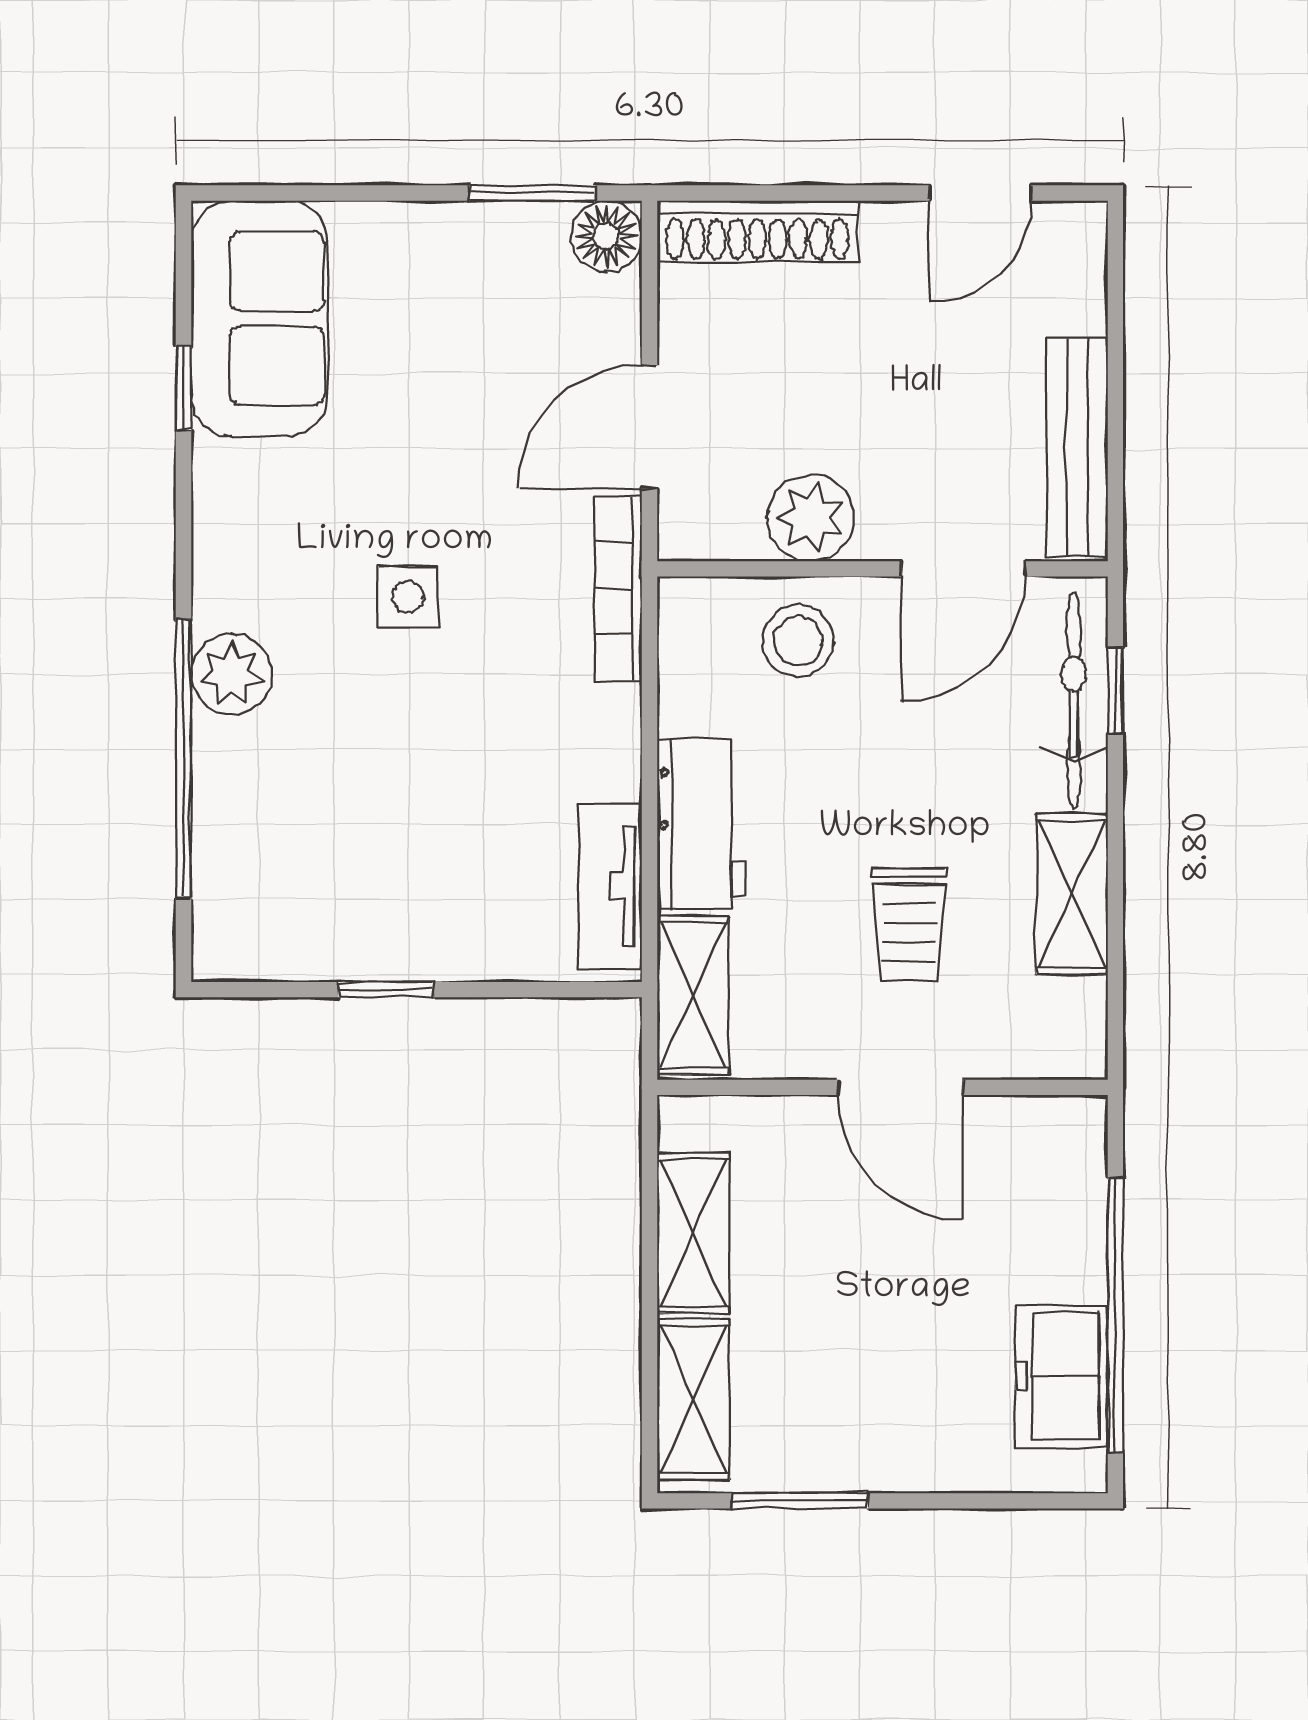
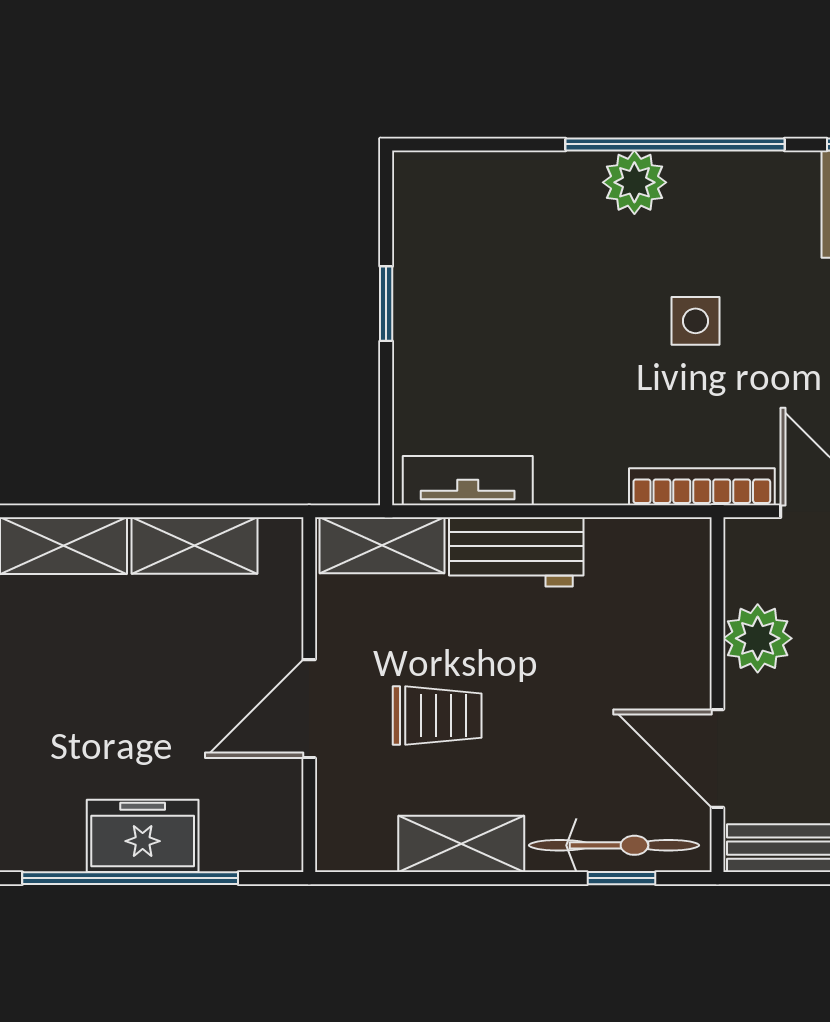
stool: (798, 641) -> (661, 628), removed
window: (183, 759) -> (675, 144), moved
trolley: (909, 925) -> (437, 716), turned 180
freezer: (1062, 1376) -> (143, 836), moved

